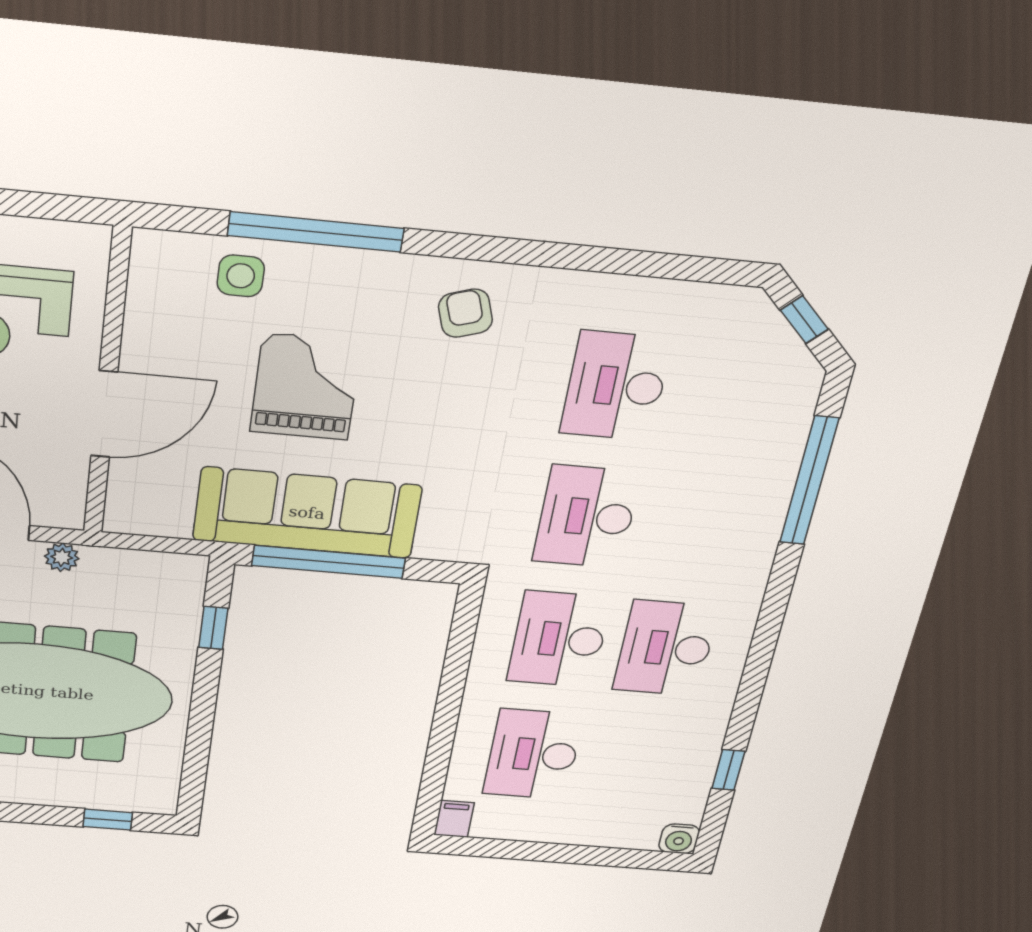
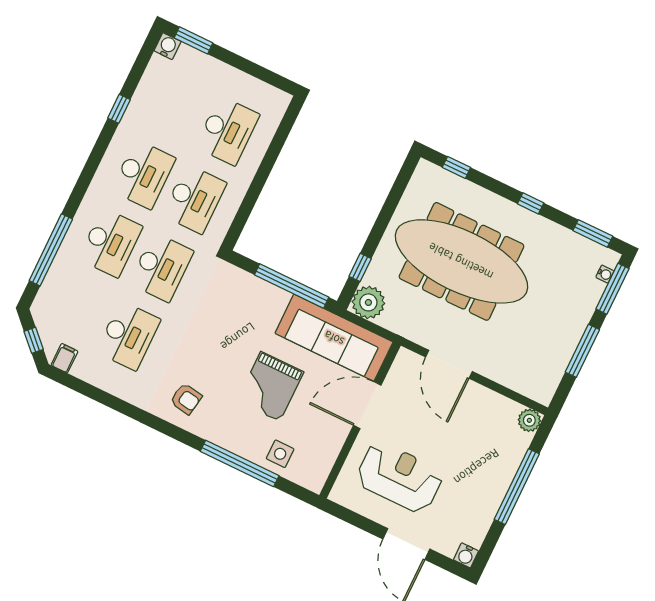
armchair: (465, 313) -> (186, 399), turned -63
sofa: (307, 513) -> (334, 338), moved
desk: (697, 526) -> (110, 243), added
plant: (62, 557) -> (368, 302), moved, width x1.88, depth x1.88
window: (728, 770) -> (119, 109), moved
filing cabinet: (454, 819) -> (64, 358), moved, turned 180
window: (636, 859) -> (194, 40), added

